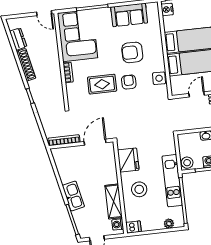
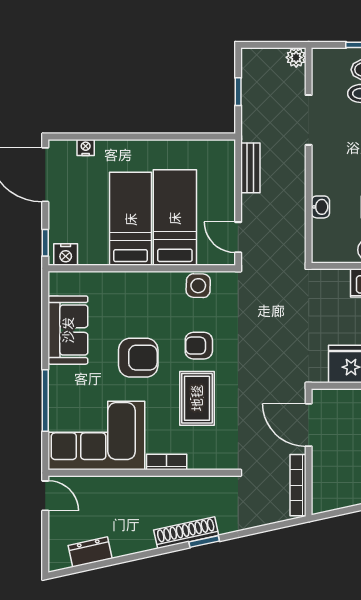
door: (44, 13) -> (45, 496), hinge flipped
armchair: (132, 52) -> (138, 358), moved, turned -90
shoe rack: (26, 65) -> (186, 533), moved
door: (197, 94) -> (238, 237), moved

